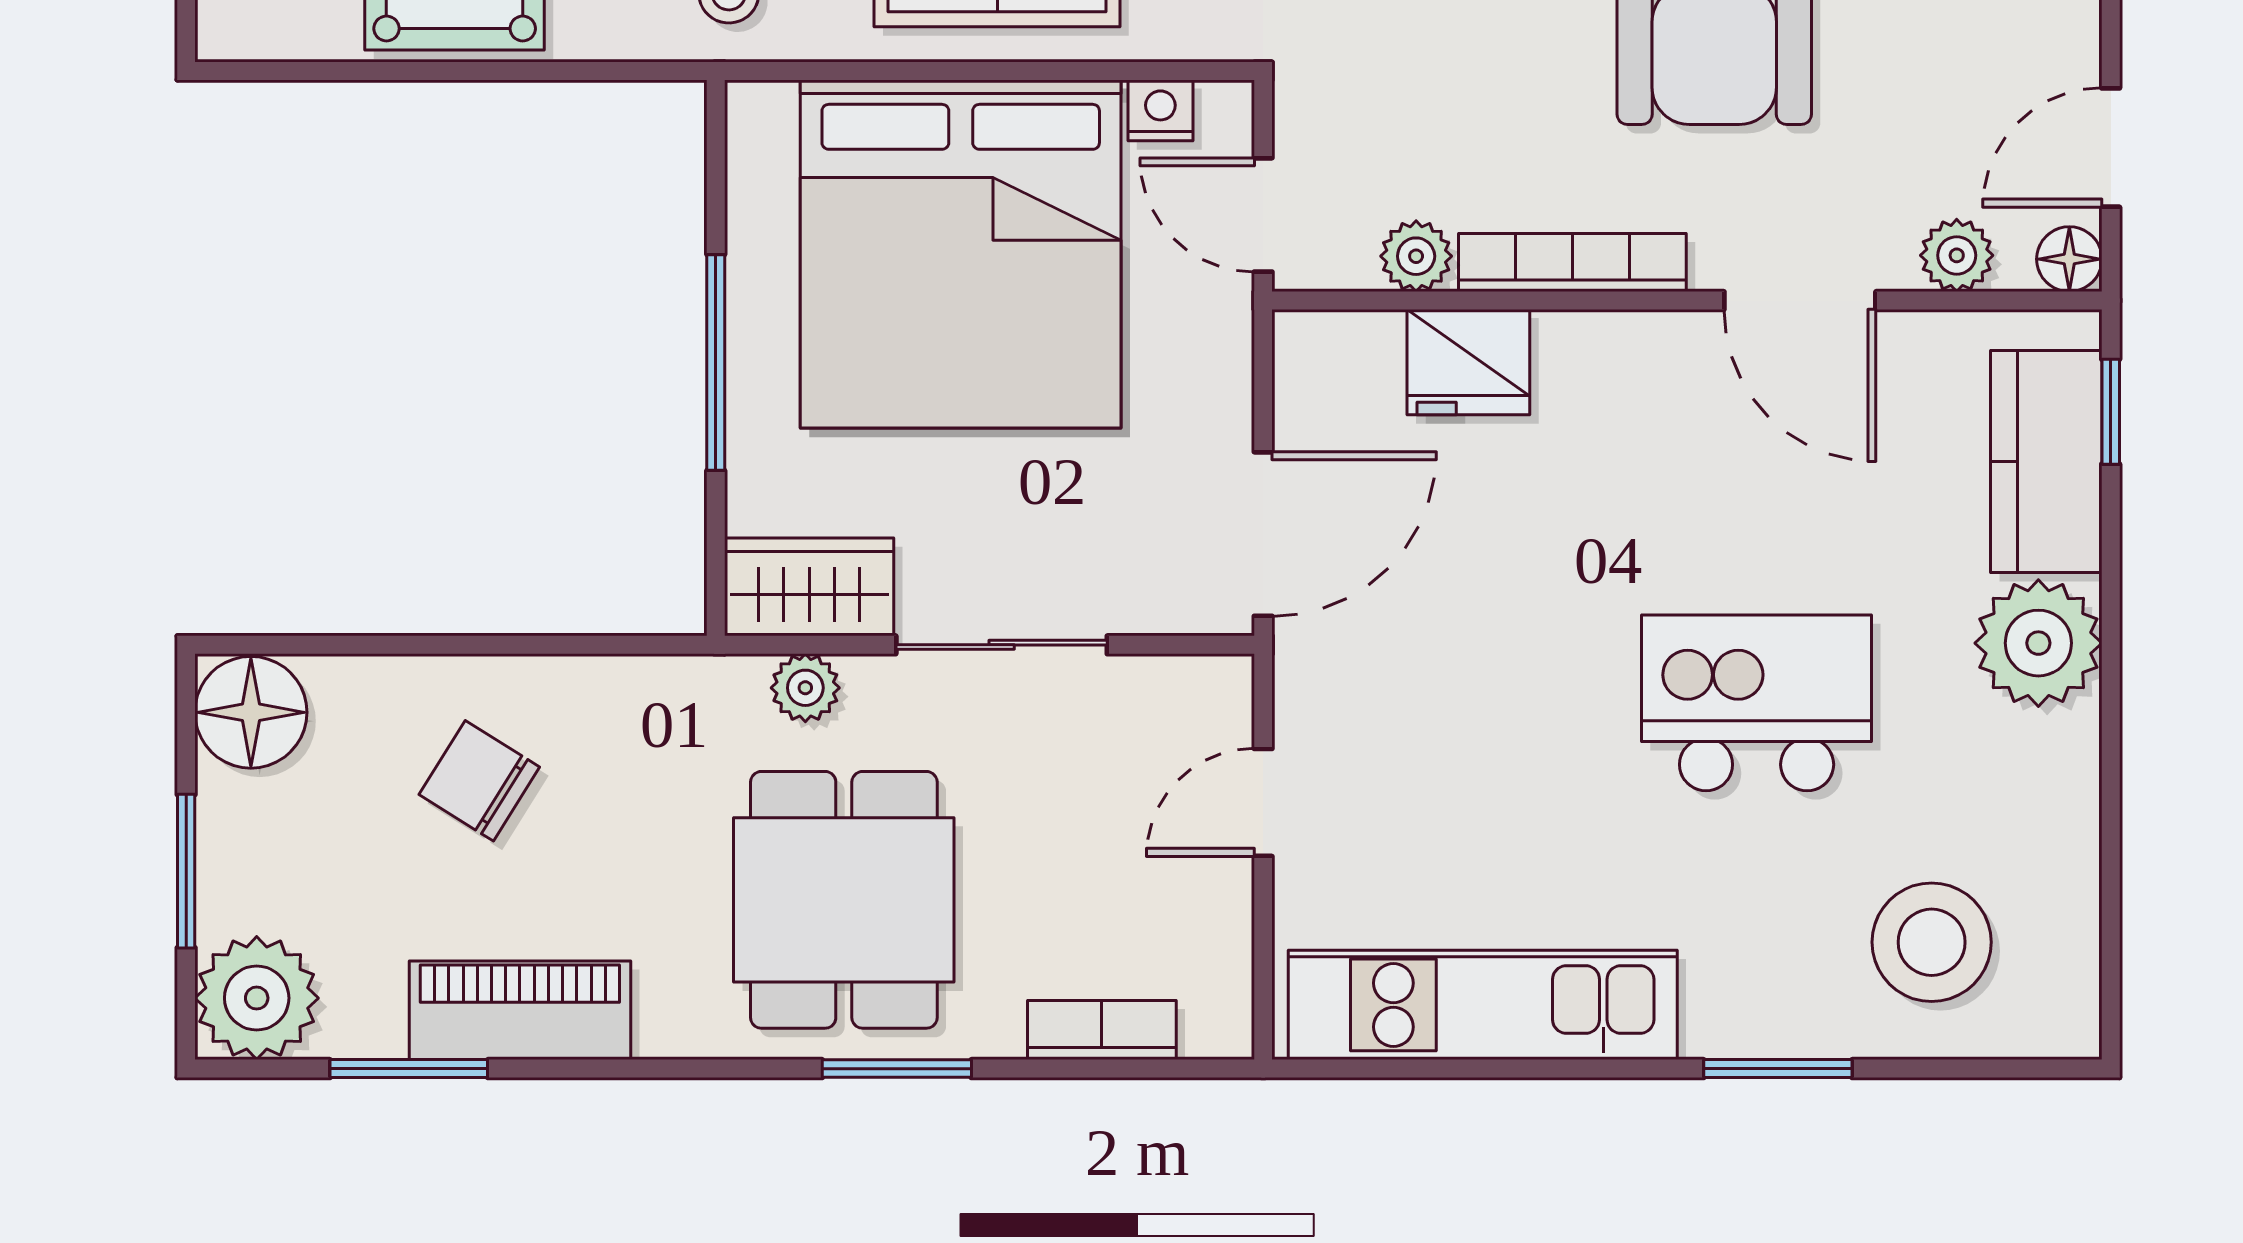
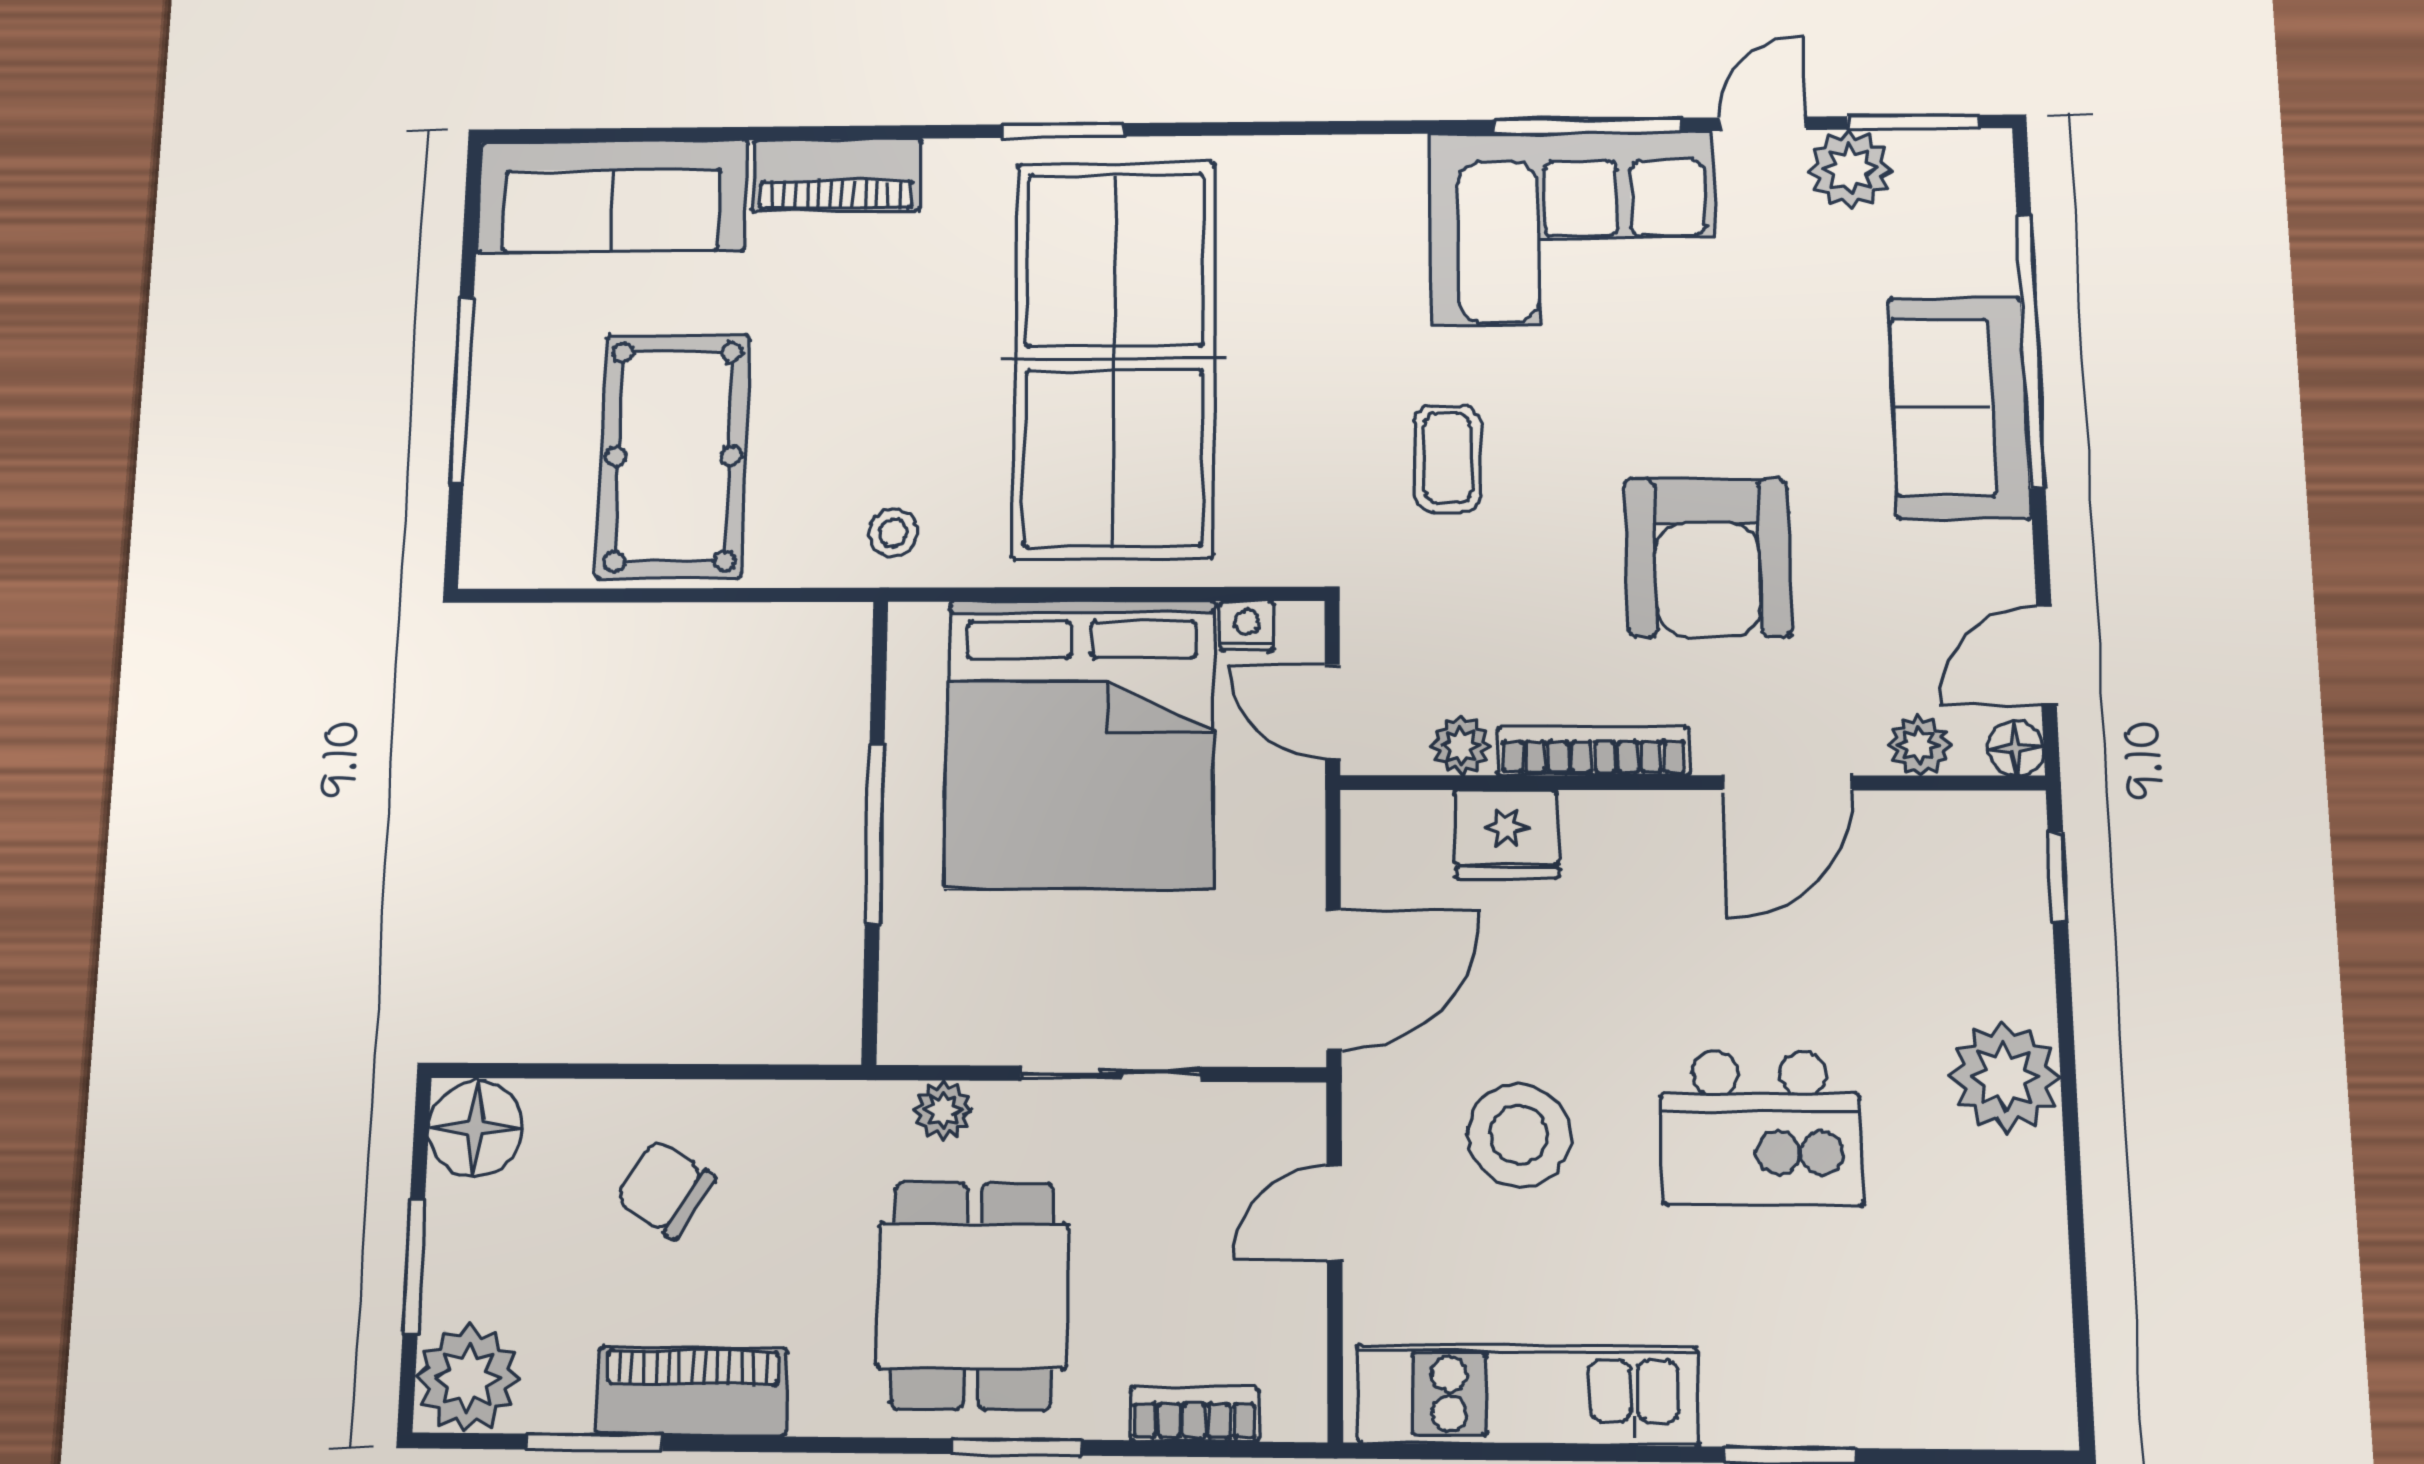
door: (1800, 301) -> (1787, 783), hinge flipped
kitchen counter: (2046, 461) -> (2004, 920), removed
wardrobe: (809, 587) -> (948, 1023), removed
kitchen island: (1757, 703) -> (1761, 1128), turned 180
stool: (1932, 942) -> (1519, 1135), moved

